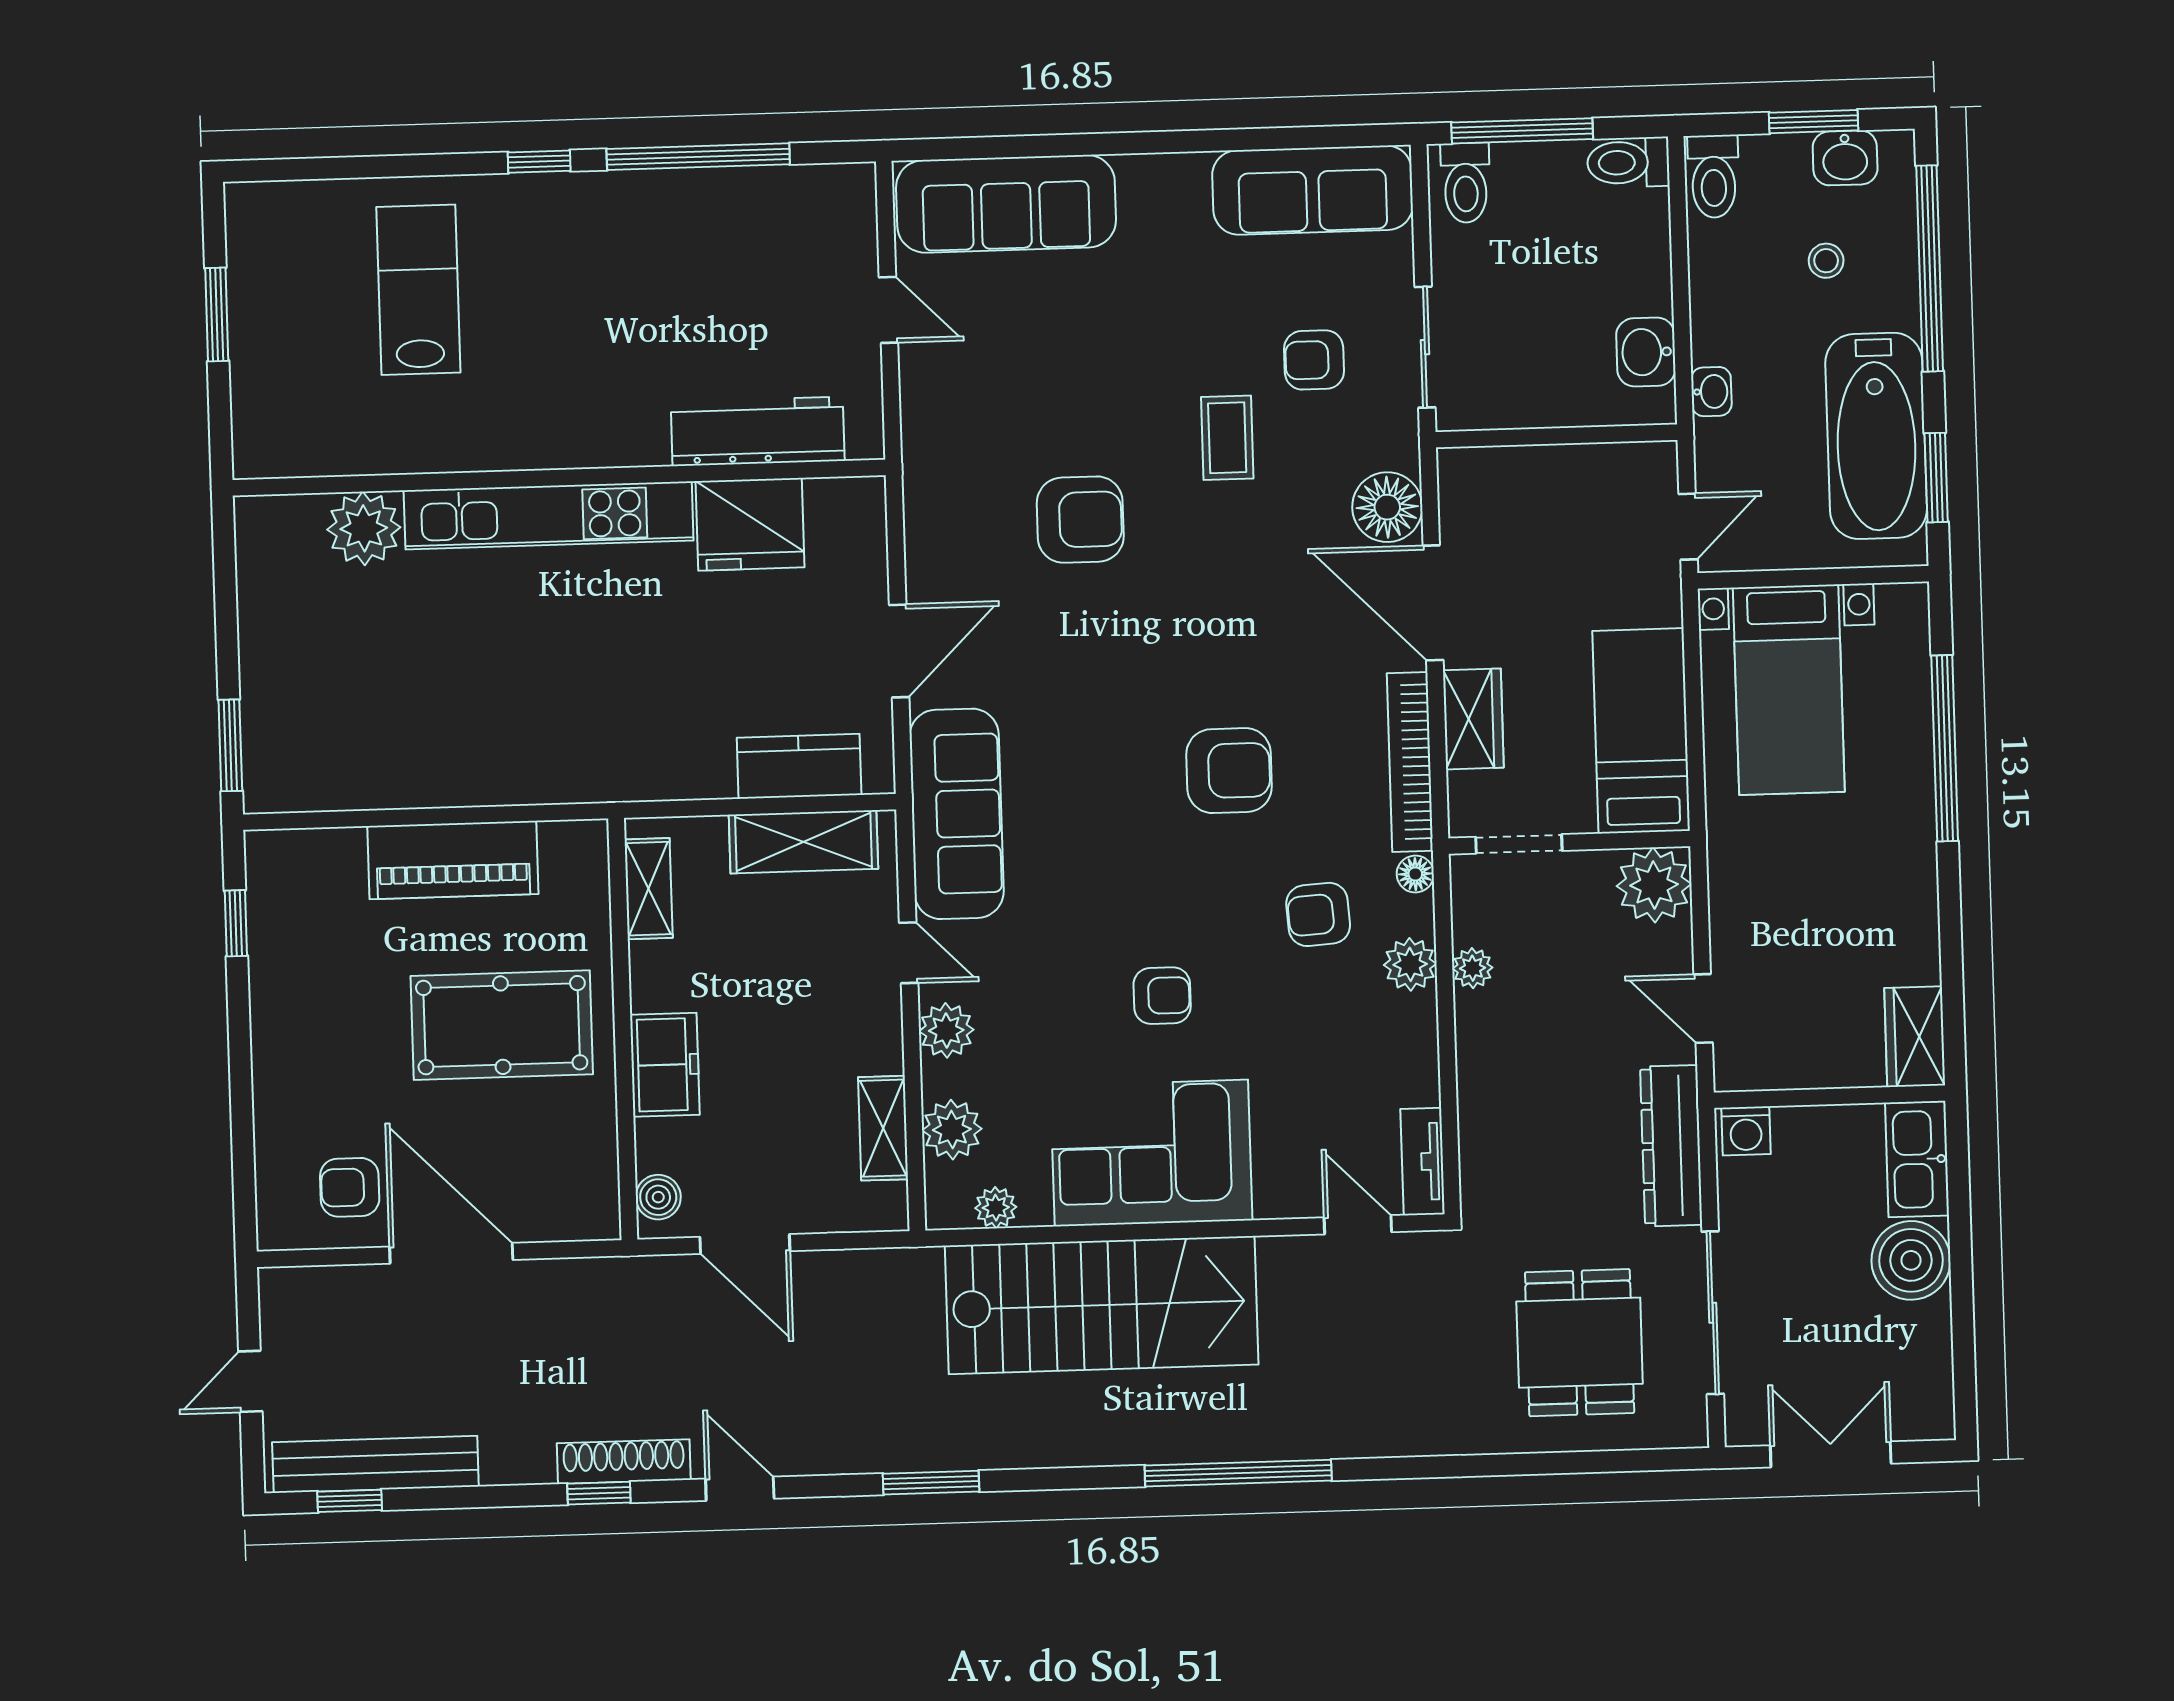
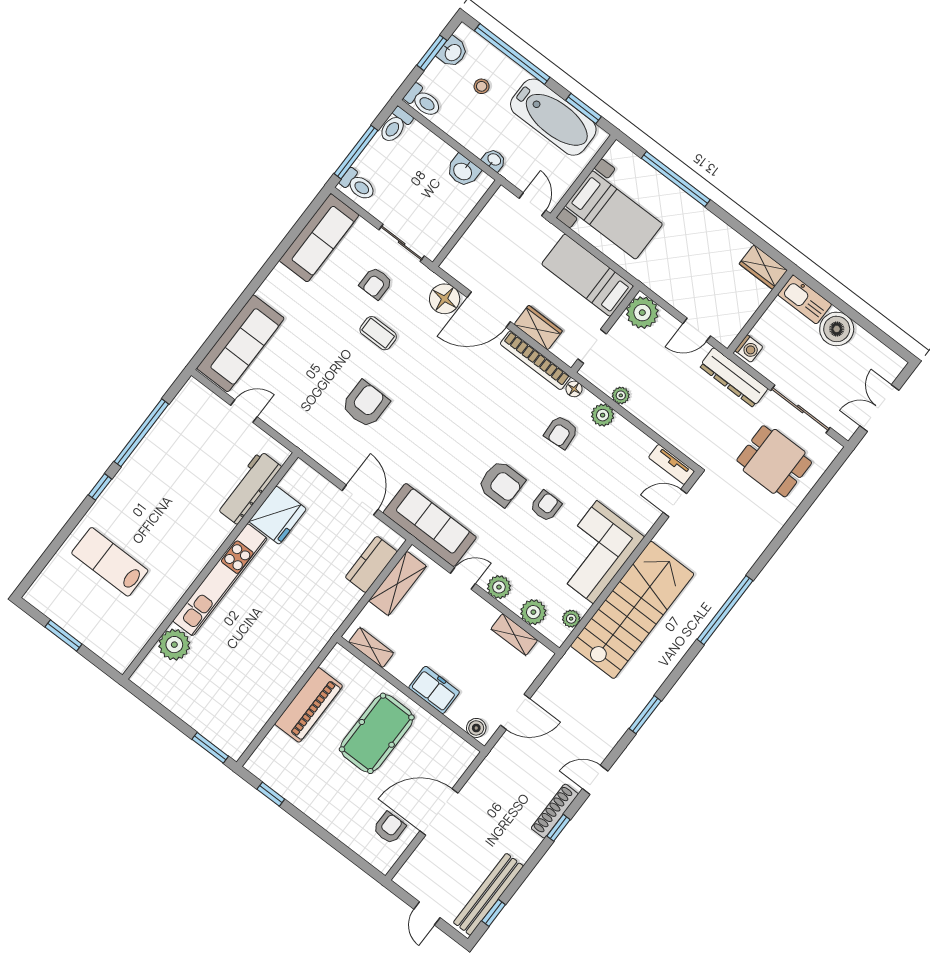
armchair: (1229, 771) -> (501, 483), moved, turned 90
armchair: (350, 1187) -> (389, 828), turned 180

